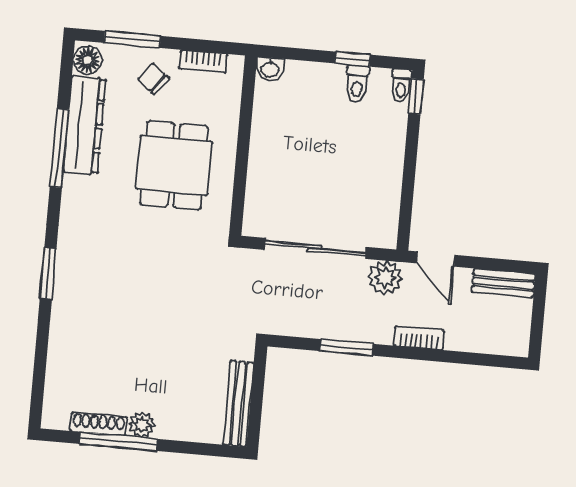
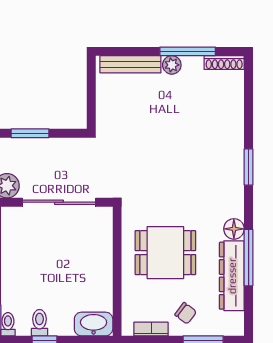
floor lamp: (88, 60) -> (234, 229), moved
washbasin: (270, 69) -> (94, 324), width x1.91, depth x1.45
dining table: (174, 165) -> (165, 253), turned 90
bench: (238, 404) -> (130, 64), moved, turned 90
shoe rack: (99, 424) -> (224, 63), moved

